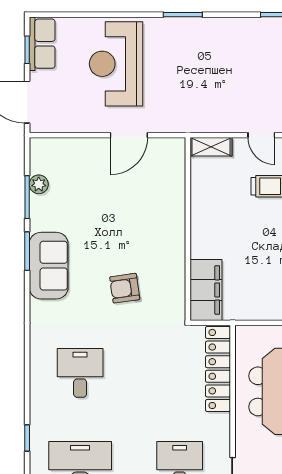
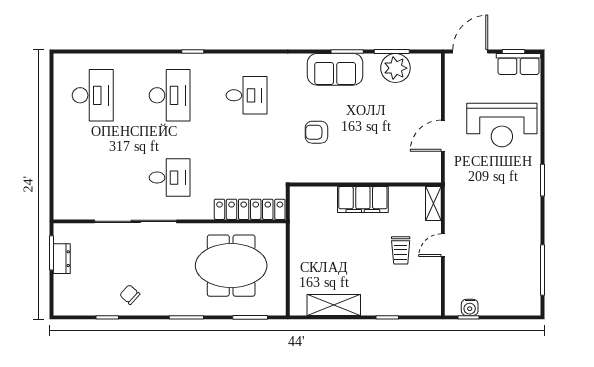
reception desk: (116, 64) -> (502, 125), turned 180
door: (129, 135) -> (443, 136), hinge flipped
plant: (39, 184) -> (395, 68), width x1.87, depth x1.87
armchair: (125, 288) -> (316, 132), turned -82
filing cabinet: (206, 290) -> (363, 199), moved

